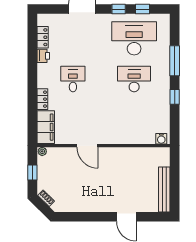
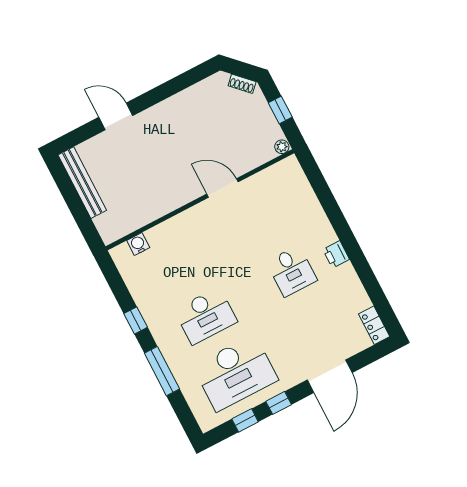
locker: (43, 37) -> (374, 325), moved
printer: (43, 56) -> (336, 254), moved
locker: (42, 99) -> (320, 220), removed
filing cabinet: (46, 127) -> (295, 183), removed
water cooler: (161, 139) -> (138, 244), moved

